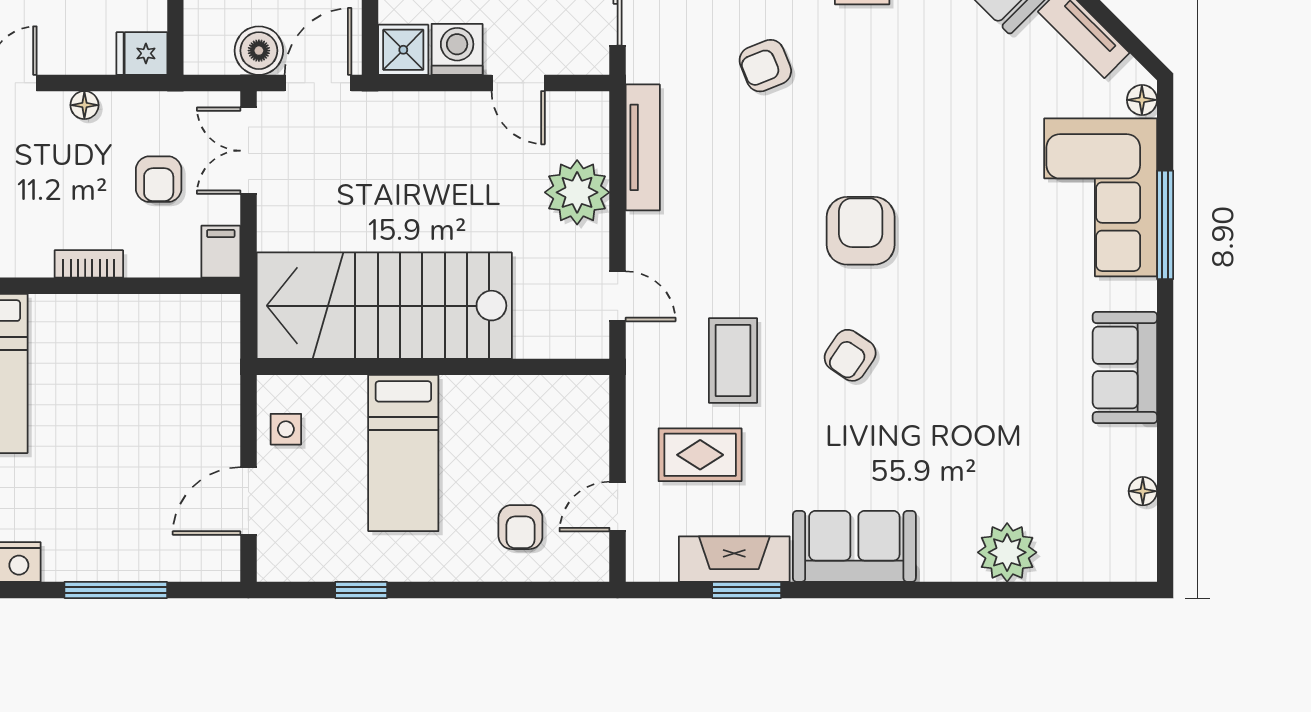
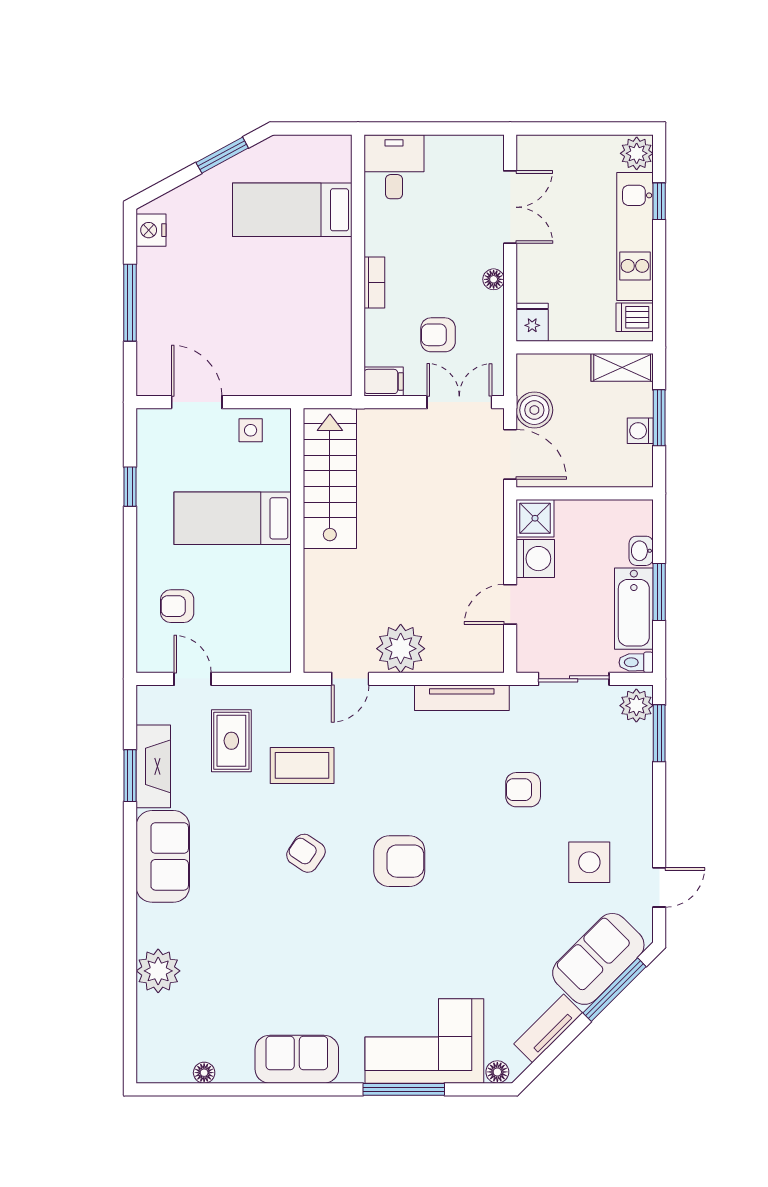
armchair: (765, 66) -> (523, 790), turned -68
plant: (577, 192) -> (401, 649), moved
stairs: (384, 306) -> (330, 478), width x0.73, depth x0.66

